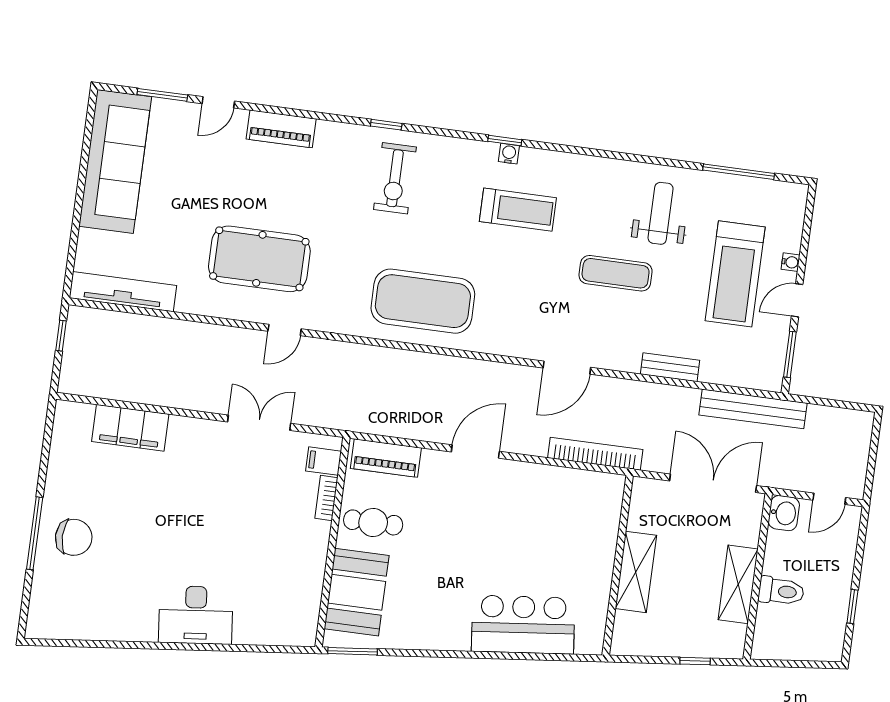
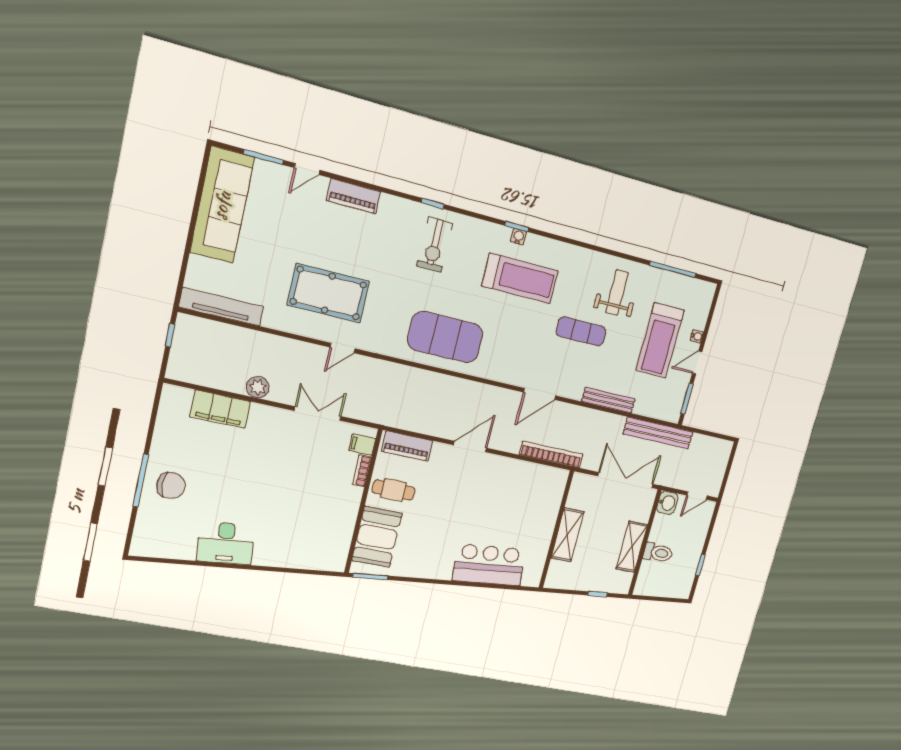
treadmill: (518, 210) -> (520, 278), width x1.37, depth x1.38
bench: (670, 367) -> (608, 400), width x1.36
plant: (177, 394) -> (258, 387), added
desk: (196, 615) -> (226, 543), moved

